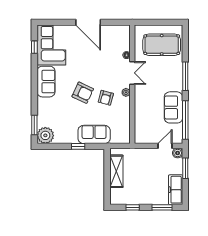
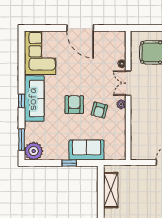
window: (34, 47) -> (22, 101), moved
double door: (132, 73) -> (128, 83), swing flipped
sofa: (46, 82) -> (34, 99), width x1.36
armchair: (83, 93) -> (74, 105), turned -115

